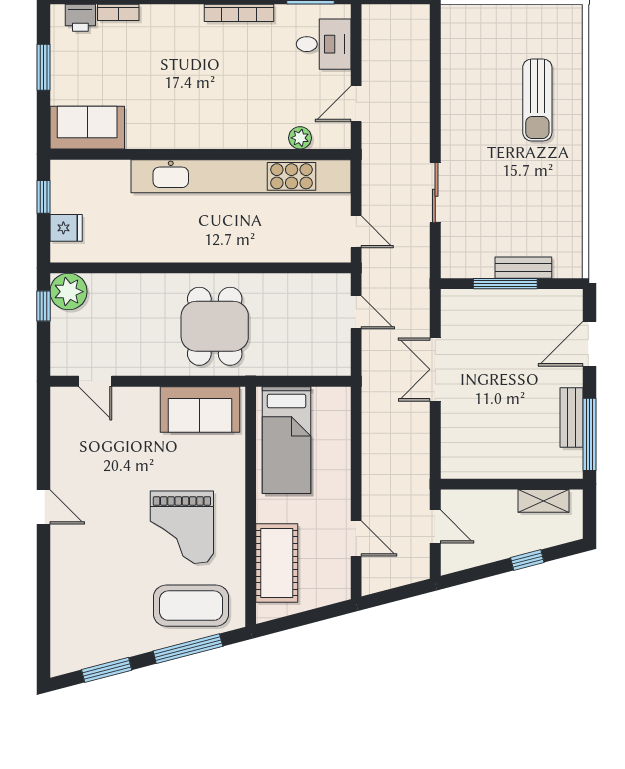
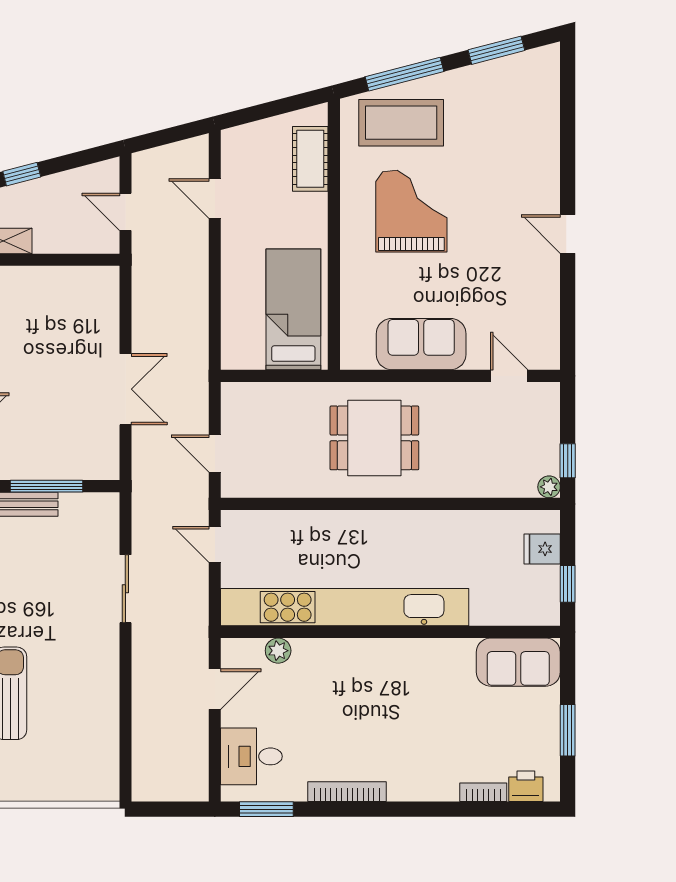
plant: (69, 292) -> (549, 487), width x0.53, depth x0.53
dining table: (215, 326) -> (374, 438), turned 90
sofa: (200, 409) -> (421, 344), moved
cot: (277, 563) -> (310, 159), width x0.73, depth x0.75

